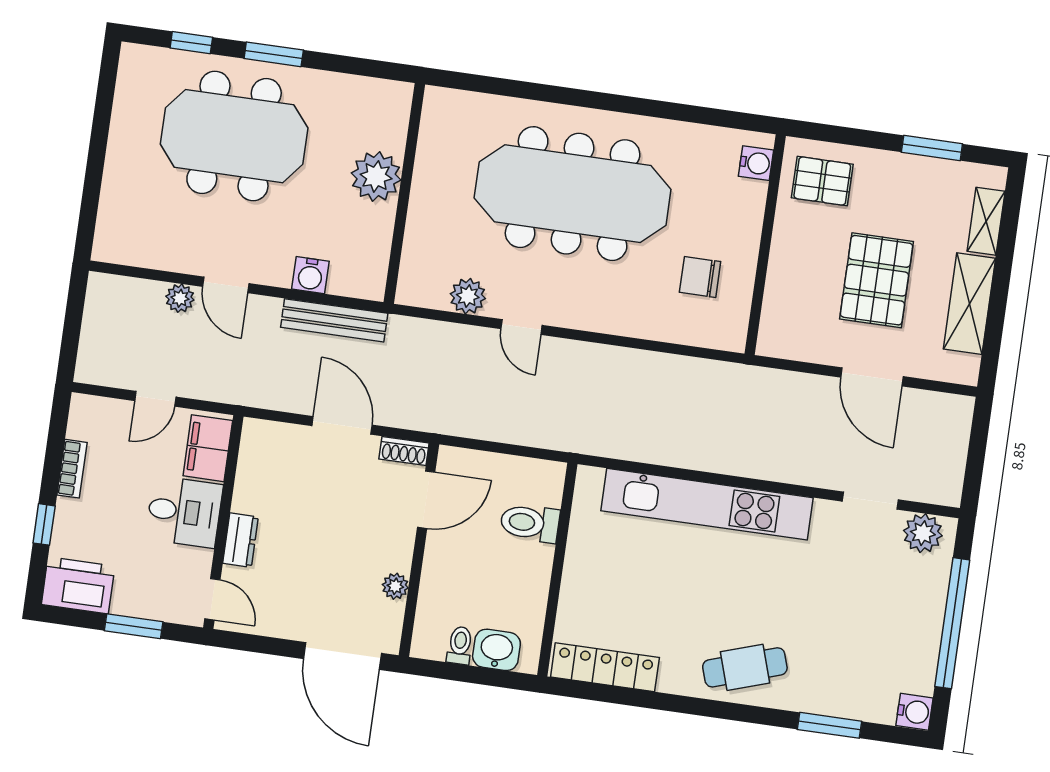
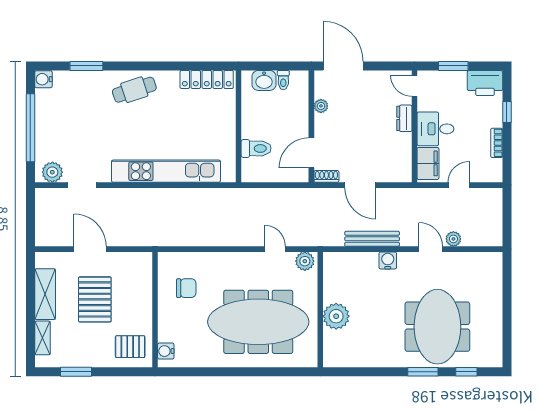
meeting table: (234, 136) -> (437, 327), turned 90
plant: (376, 176) -> (336, 316), moved
wall: (404, 193) -> (320, 310), moved

